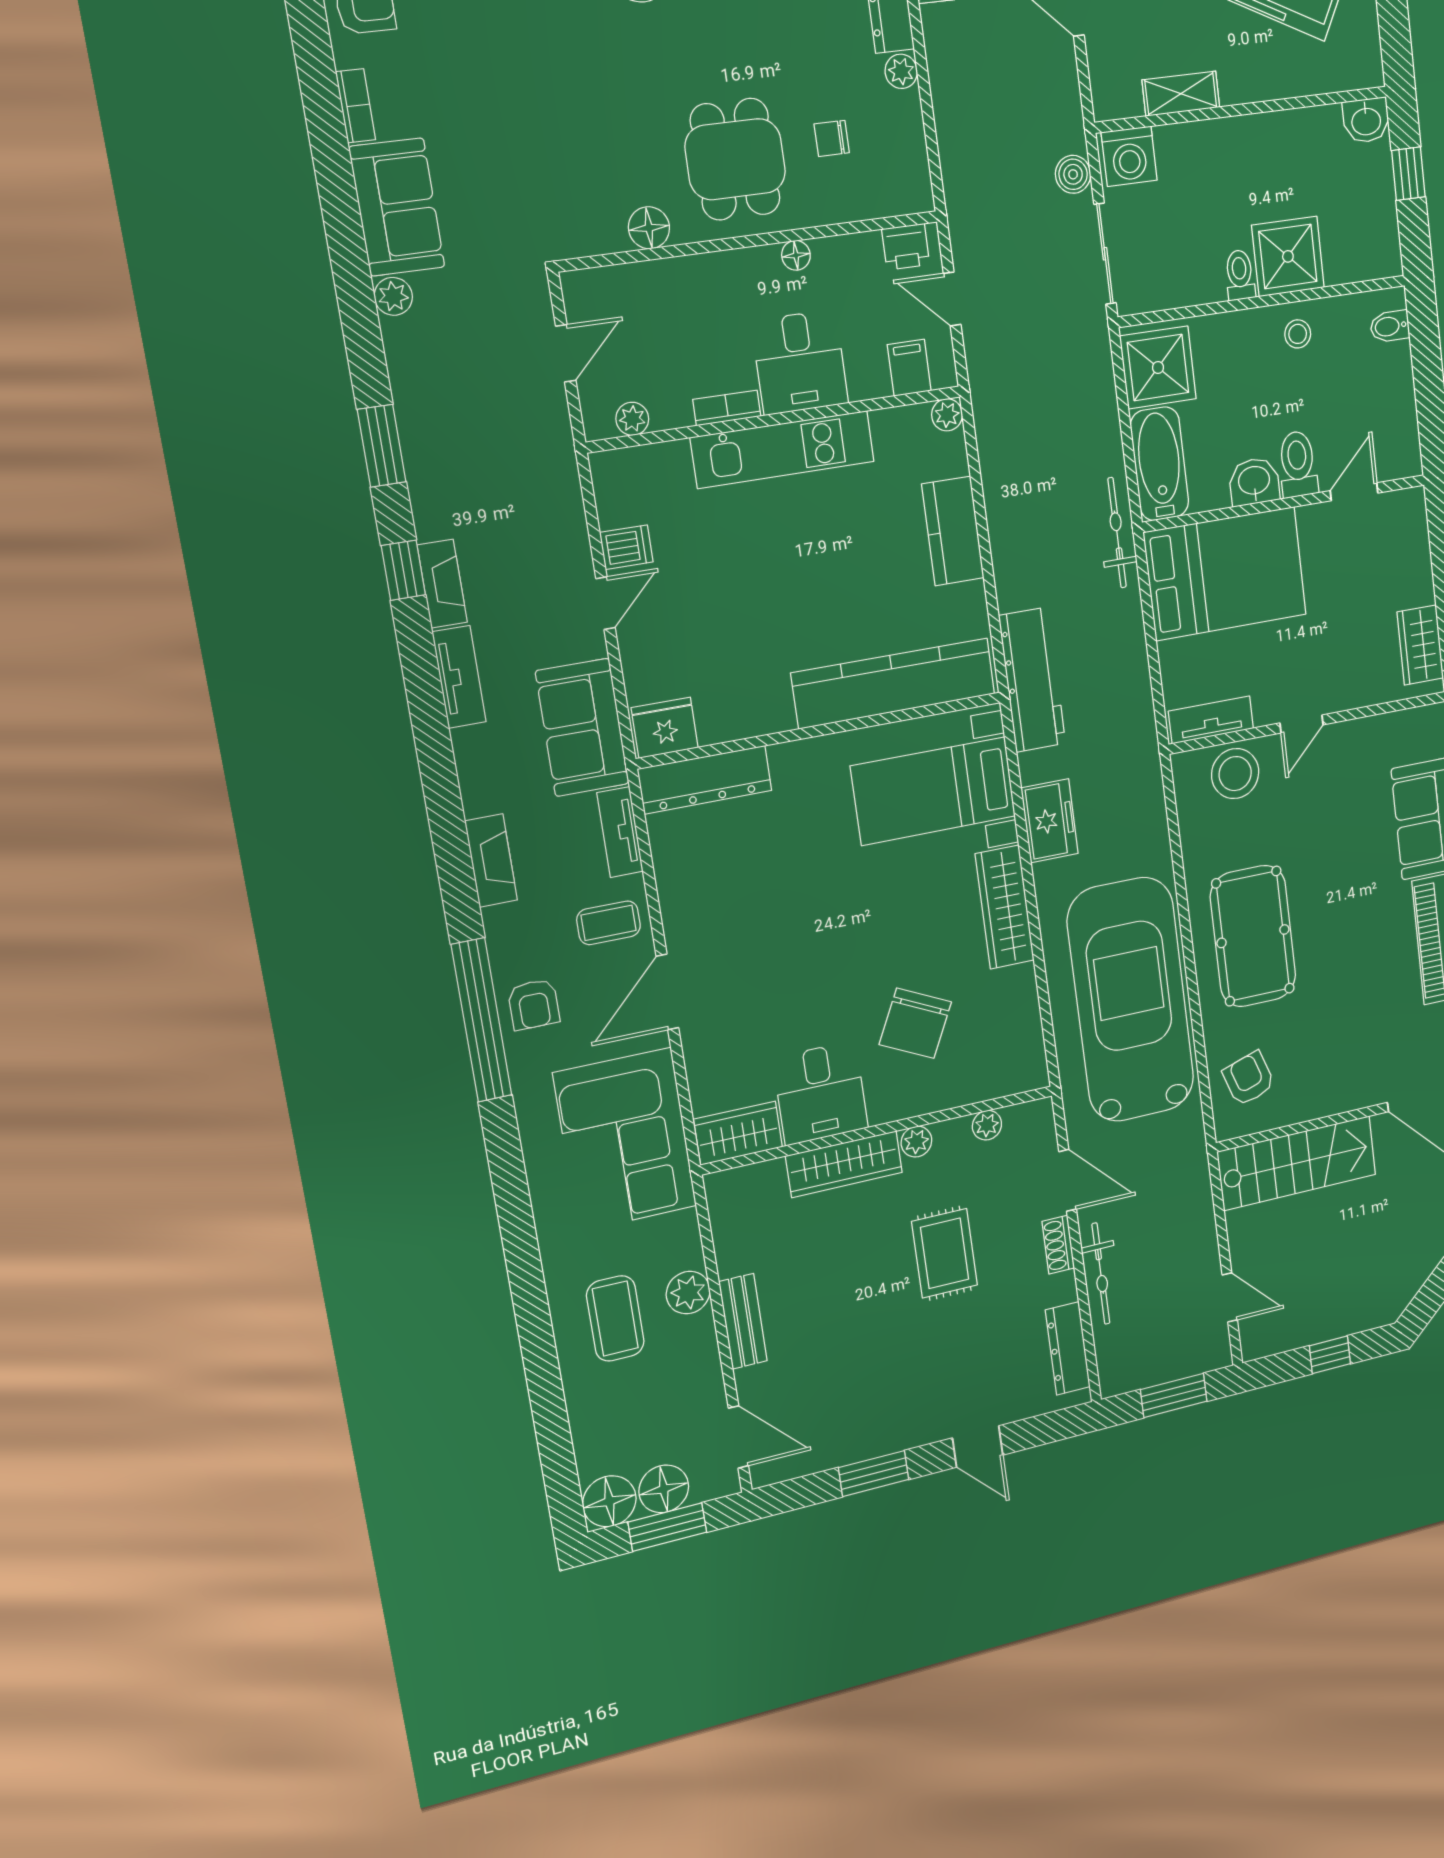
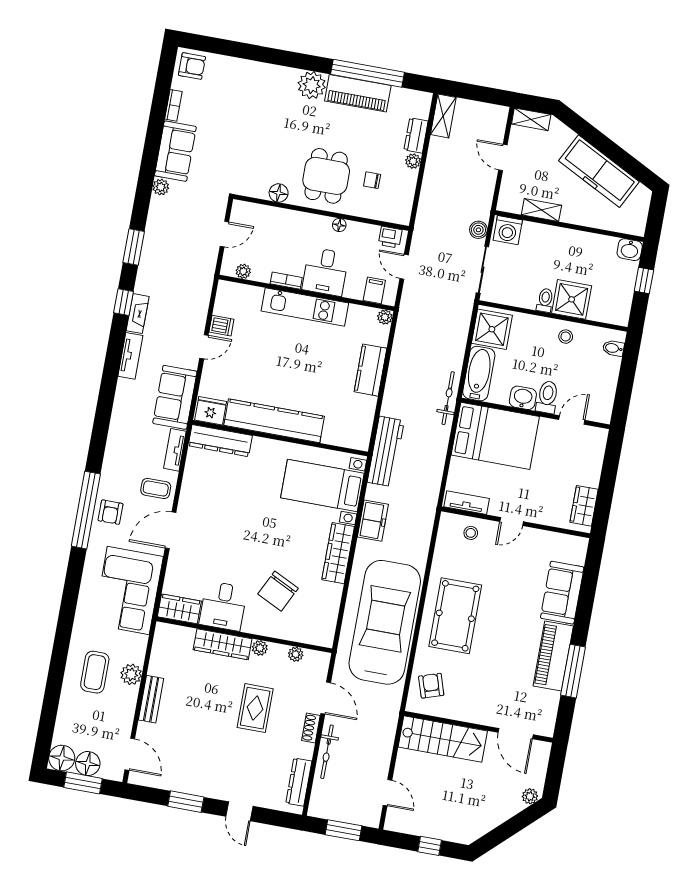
kitchen counter: (894, 683) -> (274, 421), moved
stool: (1235, 774) -> (471, 533), width x0.53, depth x0.53
fireplace: (491, 861) -> (115, 441), removed

